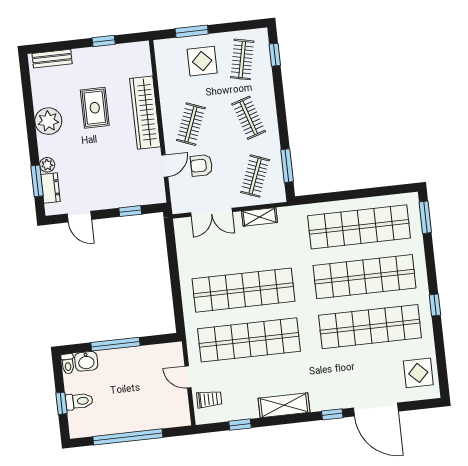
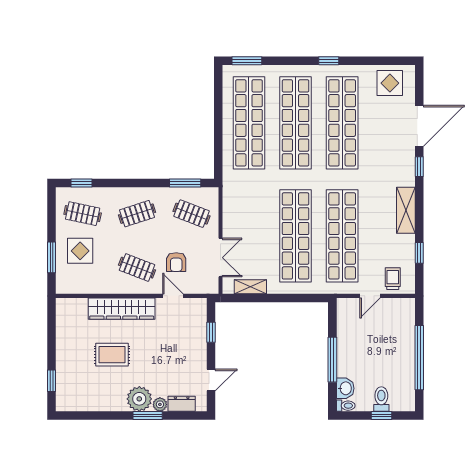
window: (104, 41) -> (51, 381), moved
bench: (52, 59) -> (62, 389), removed
plant: (48, 121) -> (139, 399), moved
window: (37, 181) -> (148, 415), moved
shelving: (259, 217) -> (250, 287), moved, turned 90

